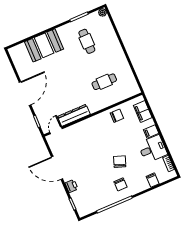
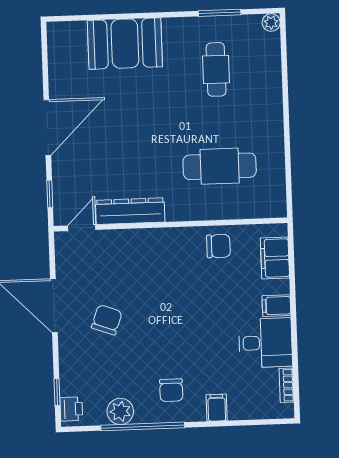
cafe table: (104, 82) -> (220, 166), width x1.37, depth x1.35
chair: (120, 162) -> (107, 320), moved
filing cabinet: (153, 180) -> (217, 408), moved
printer: (71, 186) -> (71, 409), moved
plant: (102, 202) -> (120, 411), added

